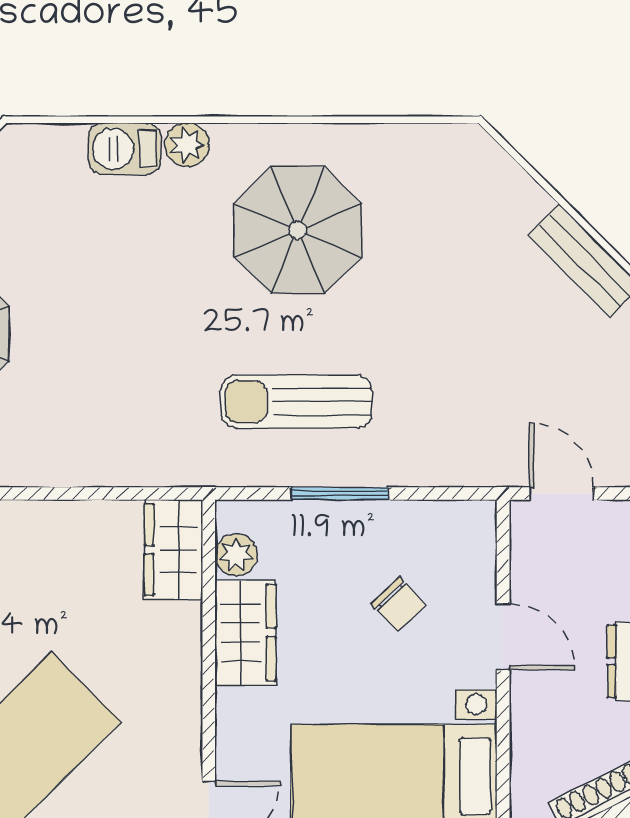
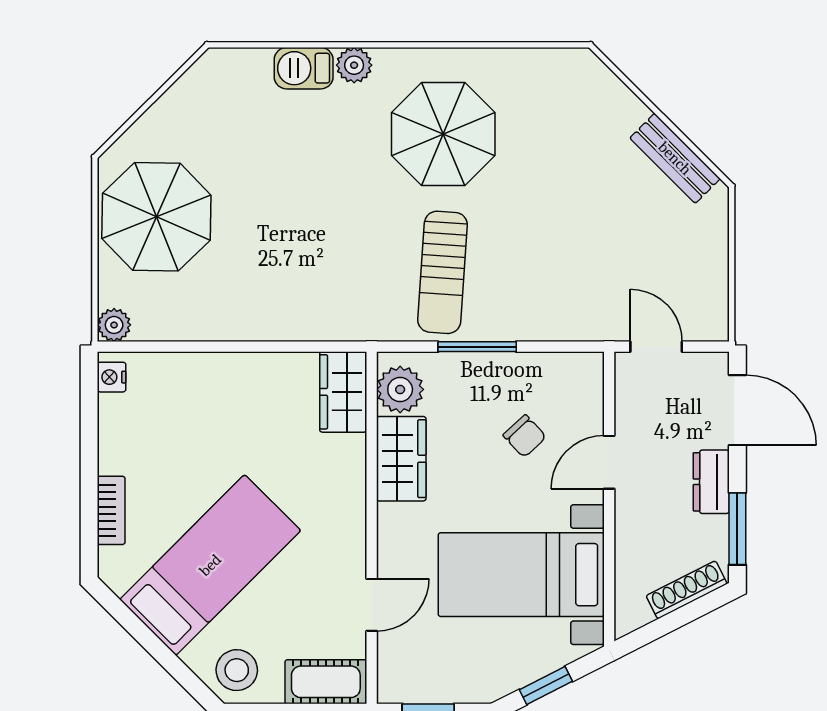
sun lounger: (297, 402) -> (443, 272), turned -86
plant: (236, 555) -> (400, 389), width x1.38, depth x1.38
door: (503, 637) -> (609, 462), swing flipped

